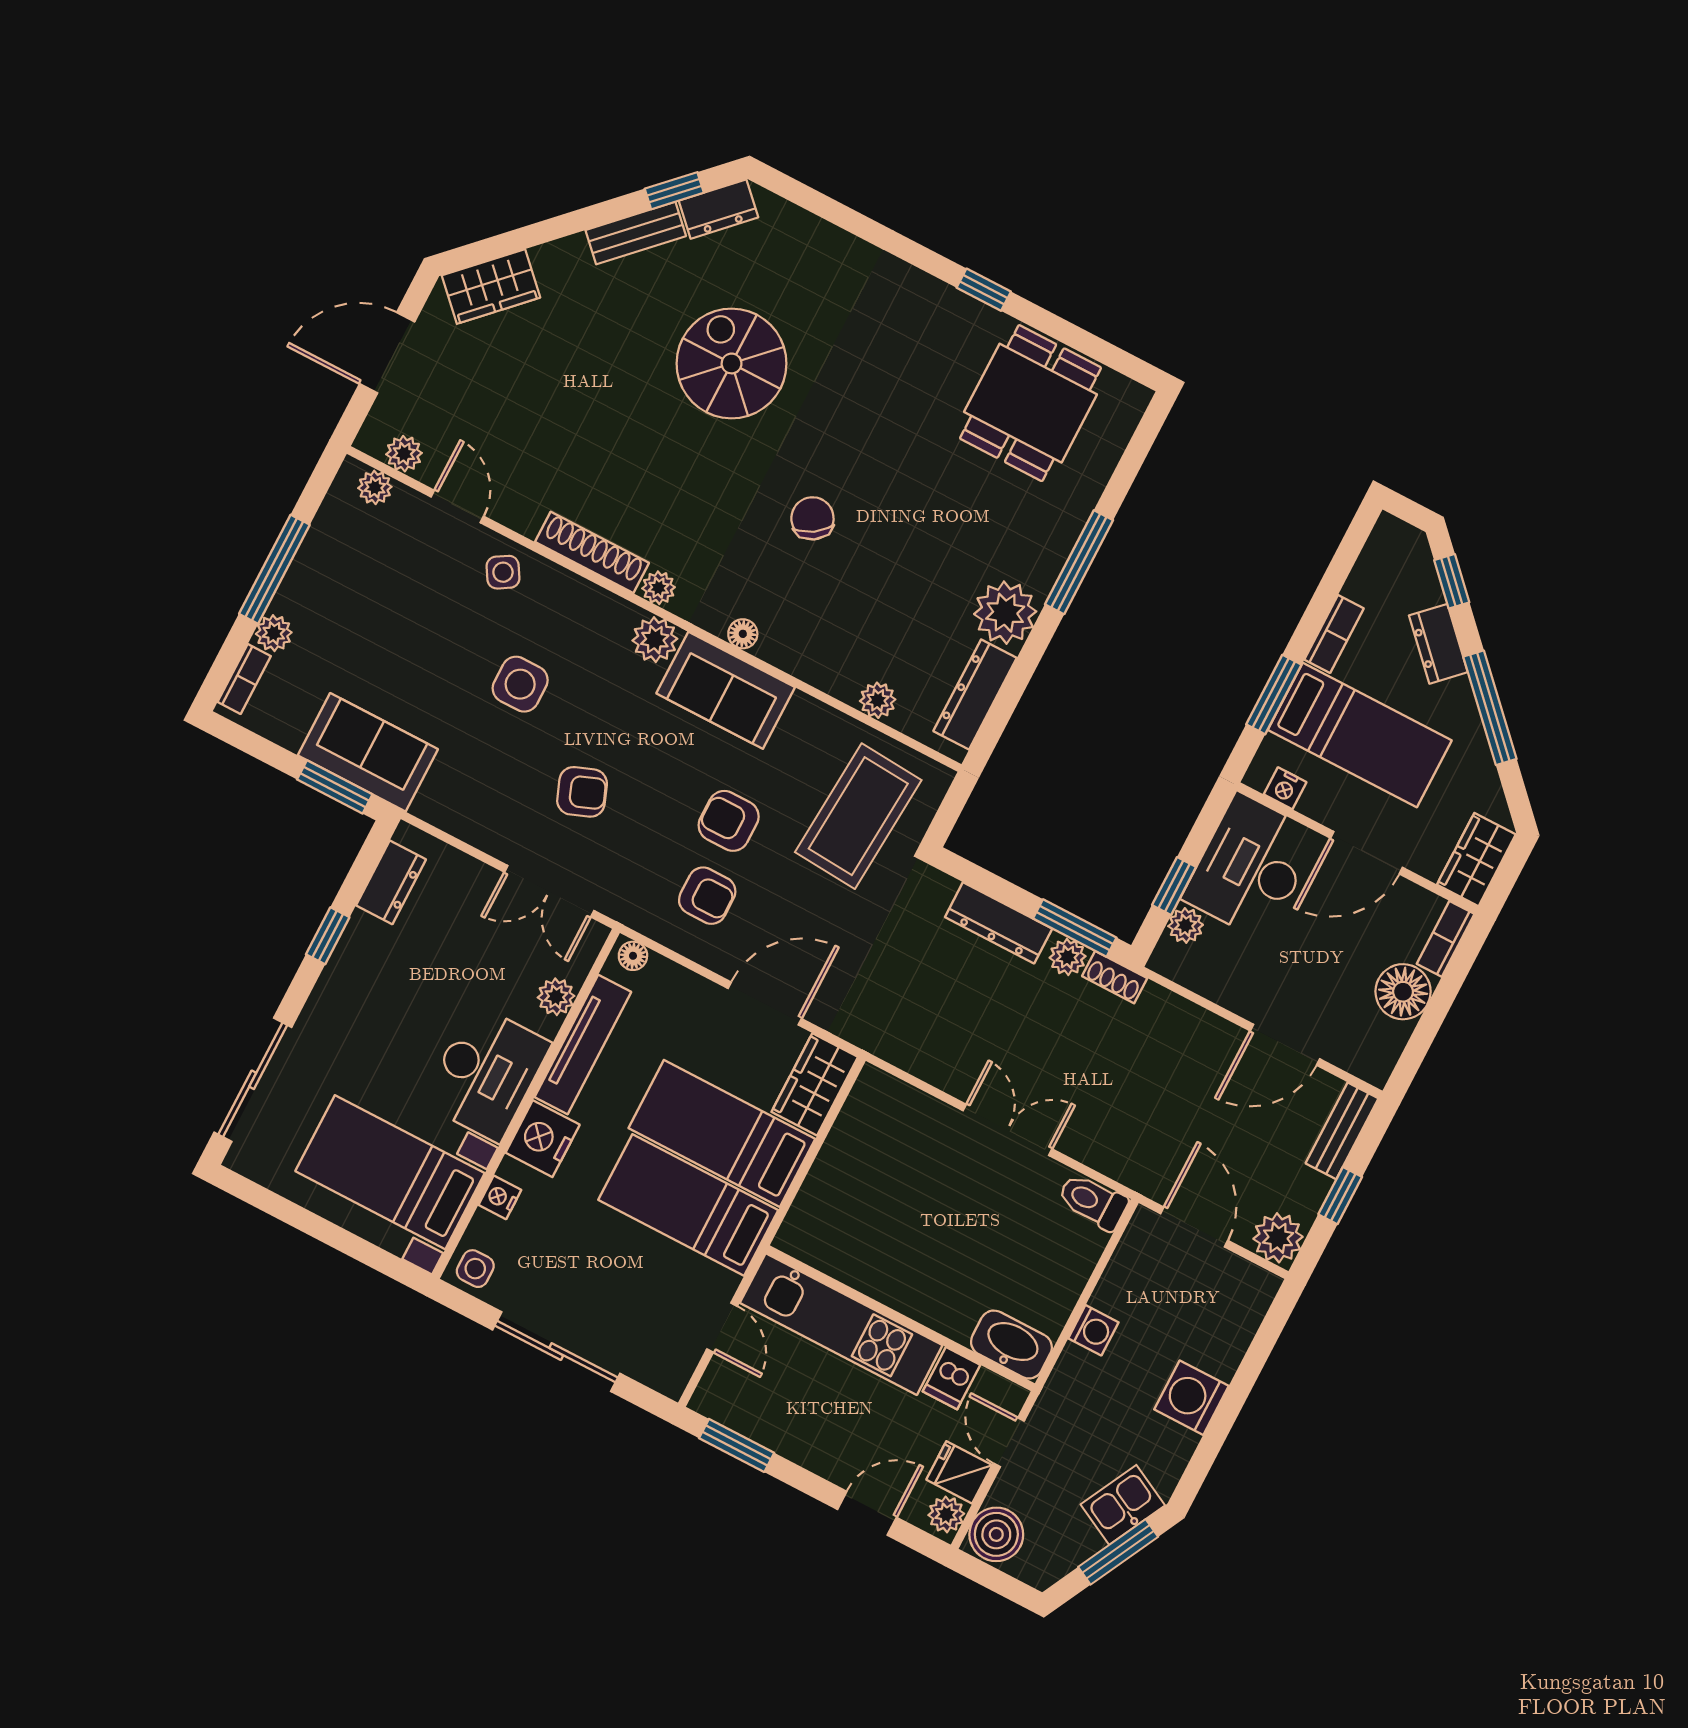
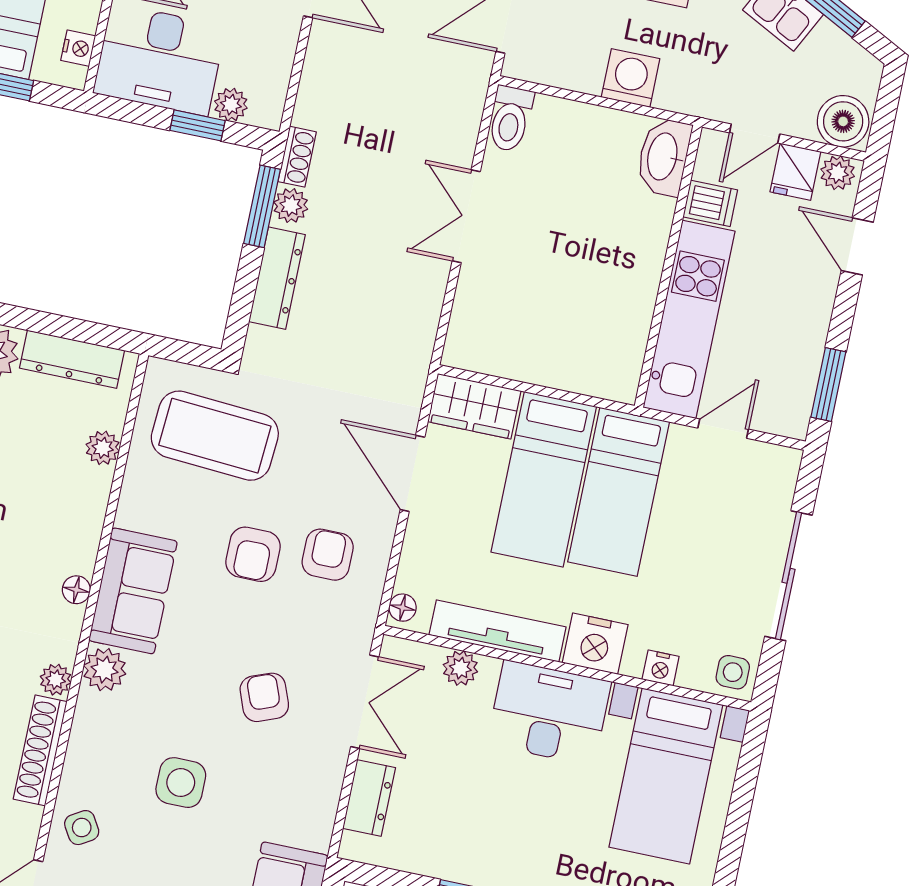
dresser: (391, 882) -> (369, 798), moved, turned 90
washing machine: (1093, 1330) -> (631, 78), width x1.38, depth x1.38

